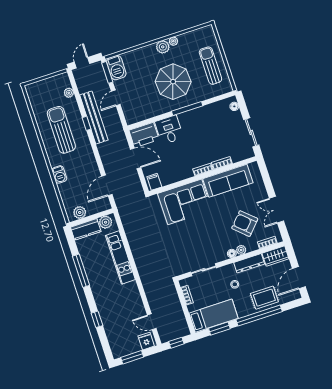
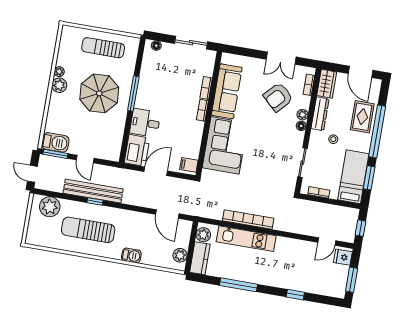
plant: (69, 93) -> (50, 207), width x1.88, depth x1.88
bookcase: (136, 251) -> (248, 219), added

